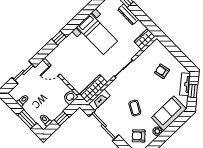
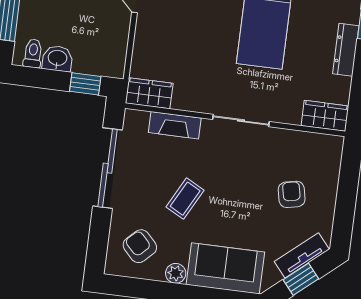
wardrobe: (93, 88) -> (149, 93), width x0.67
washbasin: (70, 97) -> (57, 59), moved
fireplace: (99, 100) -> (175, 125), moved
window: (62, 119) -> (85, 84), moved

